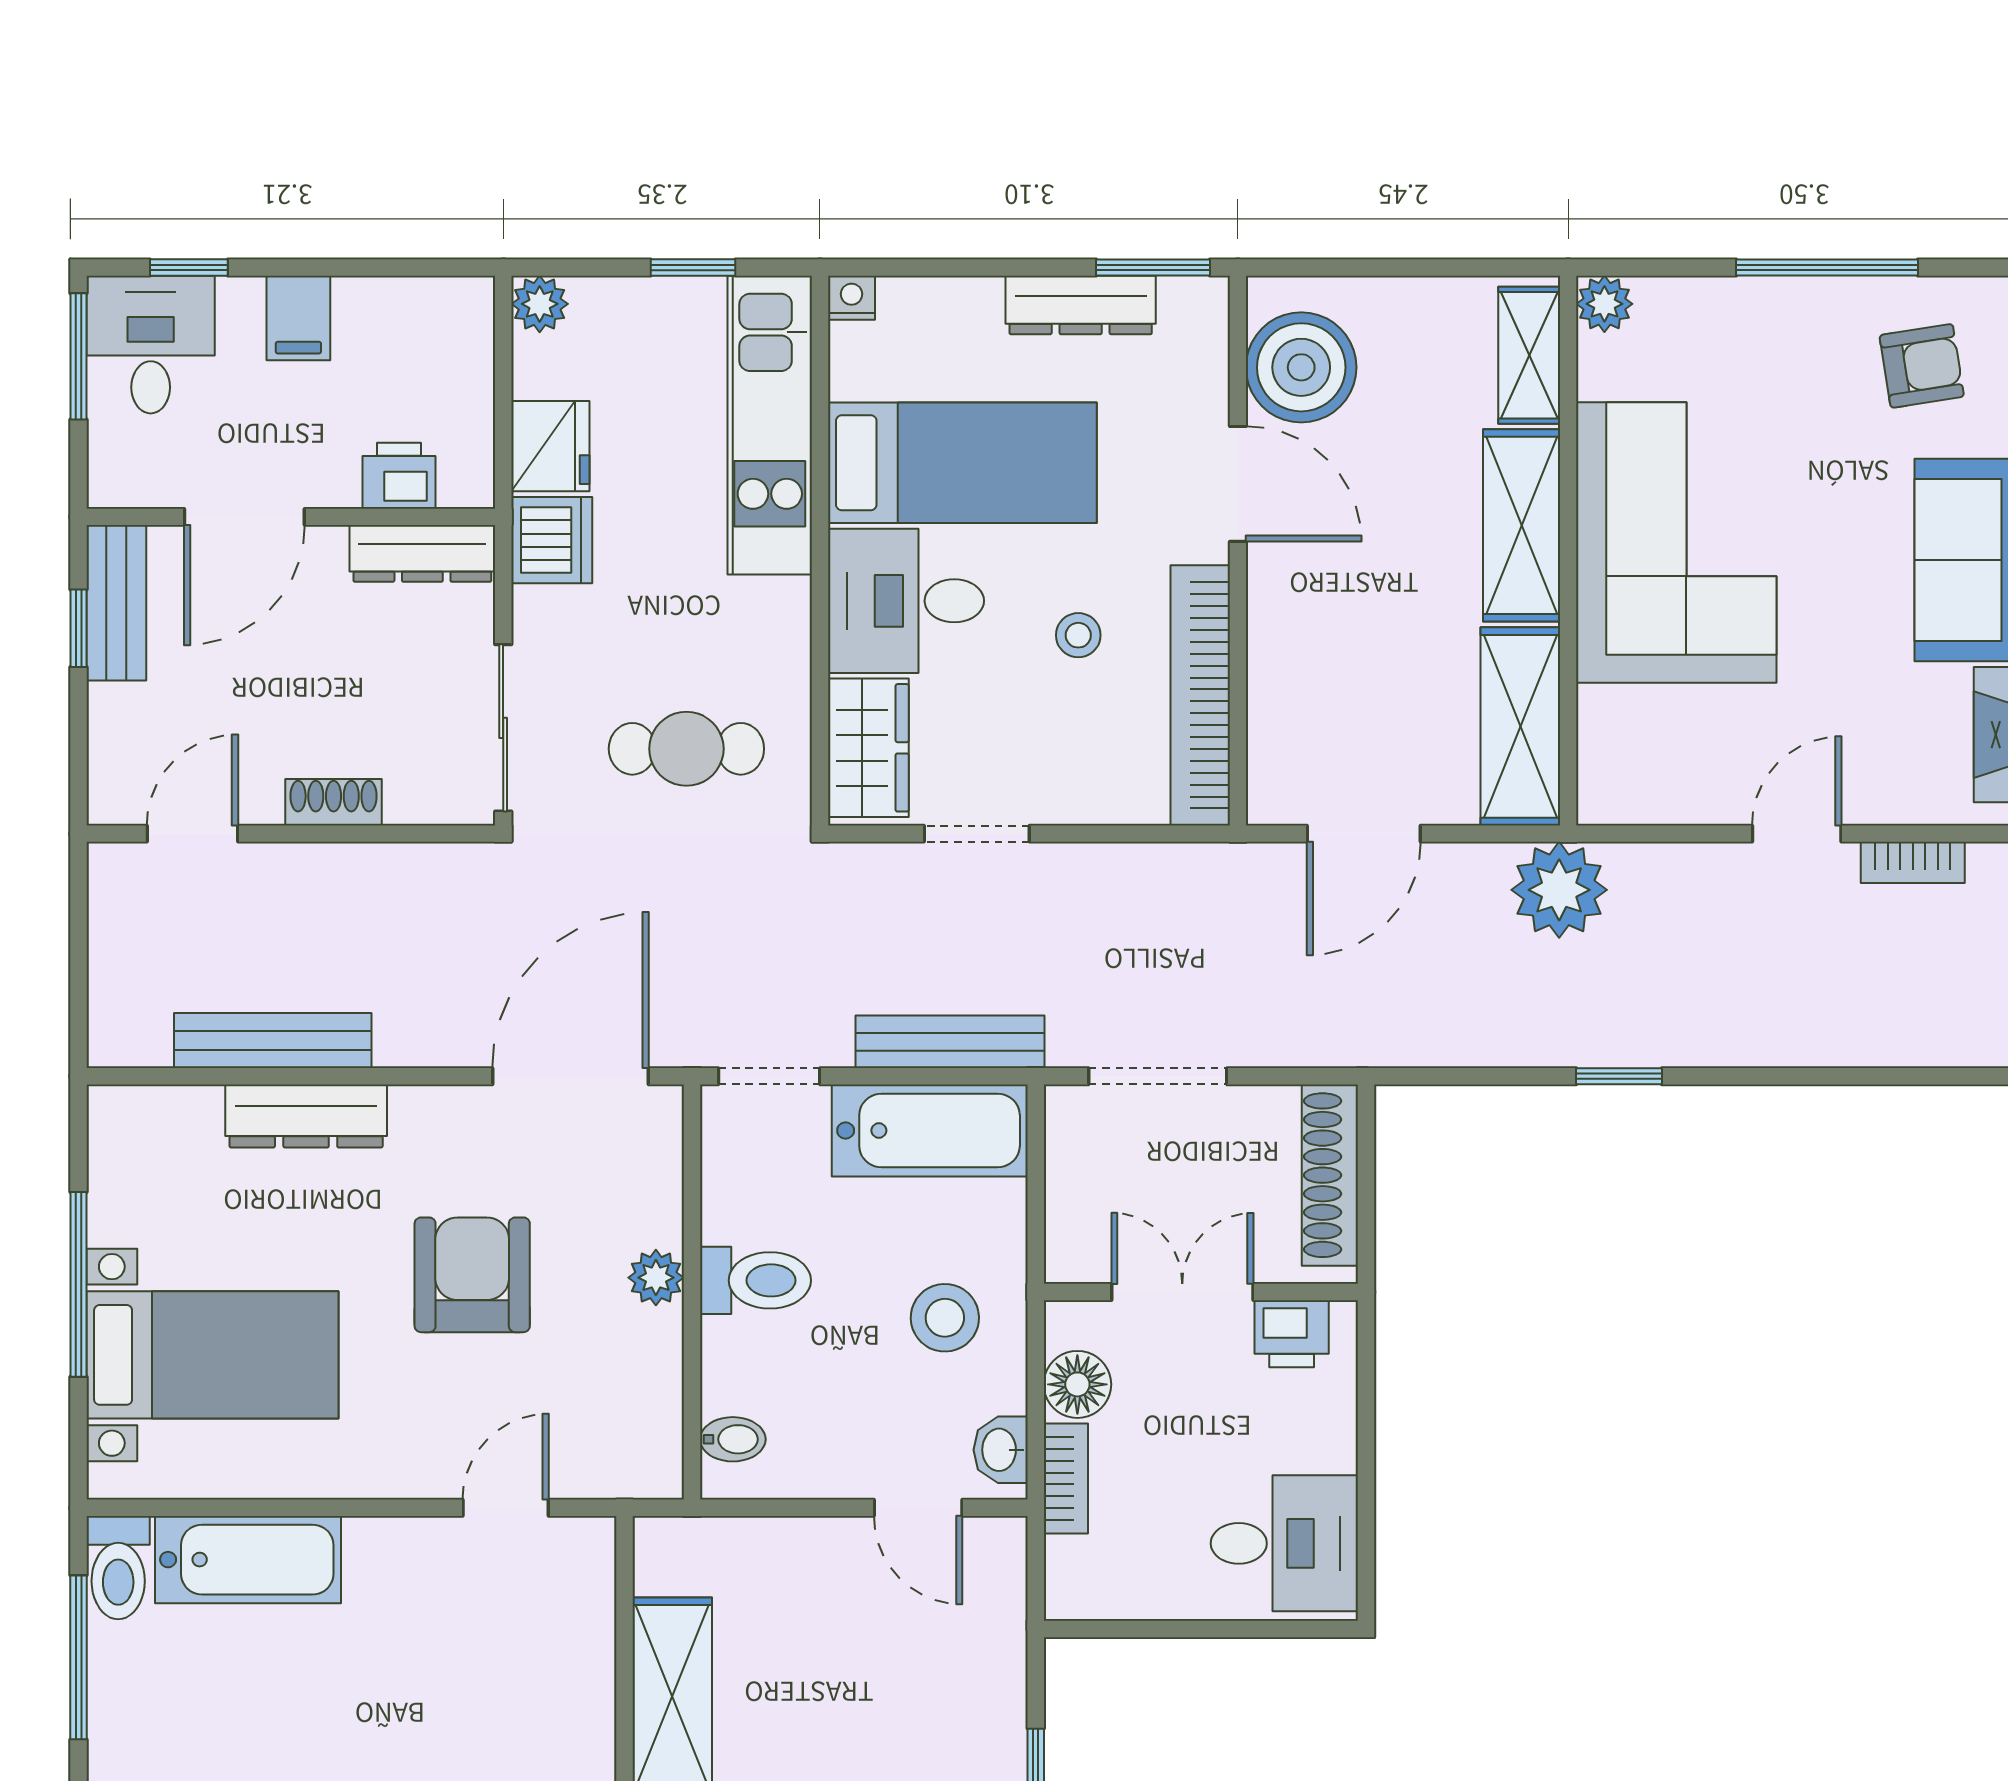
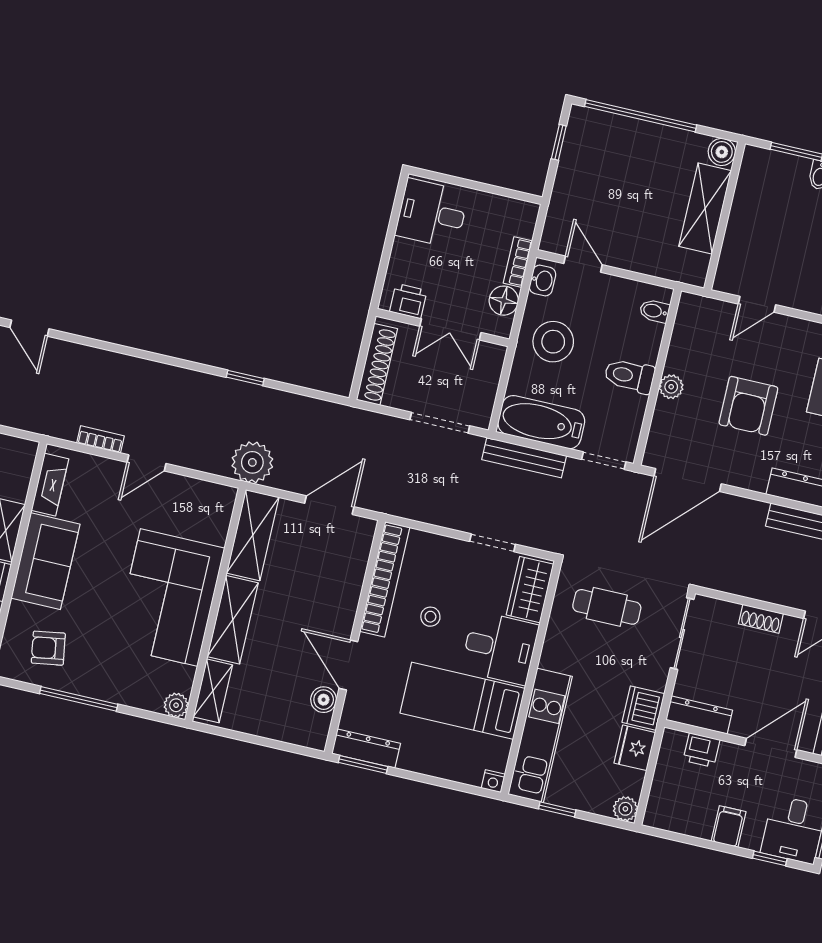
dresser: (1081, 305) -> (366, 749), moved
boiler: (1301, 367) -> (324, 700), width x0.54, depth x0.54
stool: (945, 1318) -> (553, 342), width x1.38, depth x1.38

